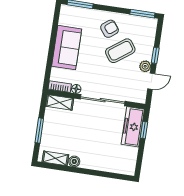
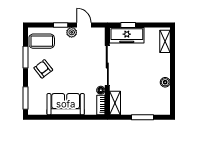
window: (142, 14) -> (26, 57), moved
coffee table: (120, 51) -> (42, 41), moved, turned -54
shelving: (55, 158) -> (165, 41), moved

